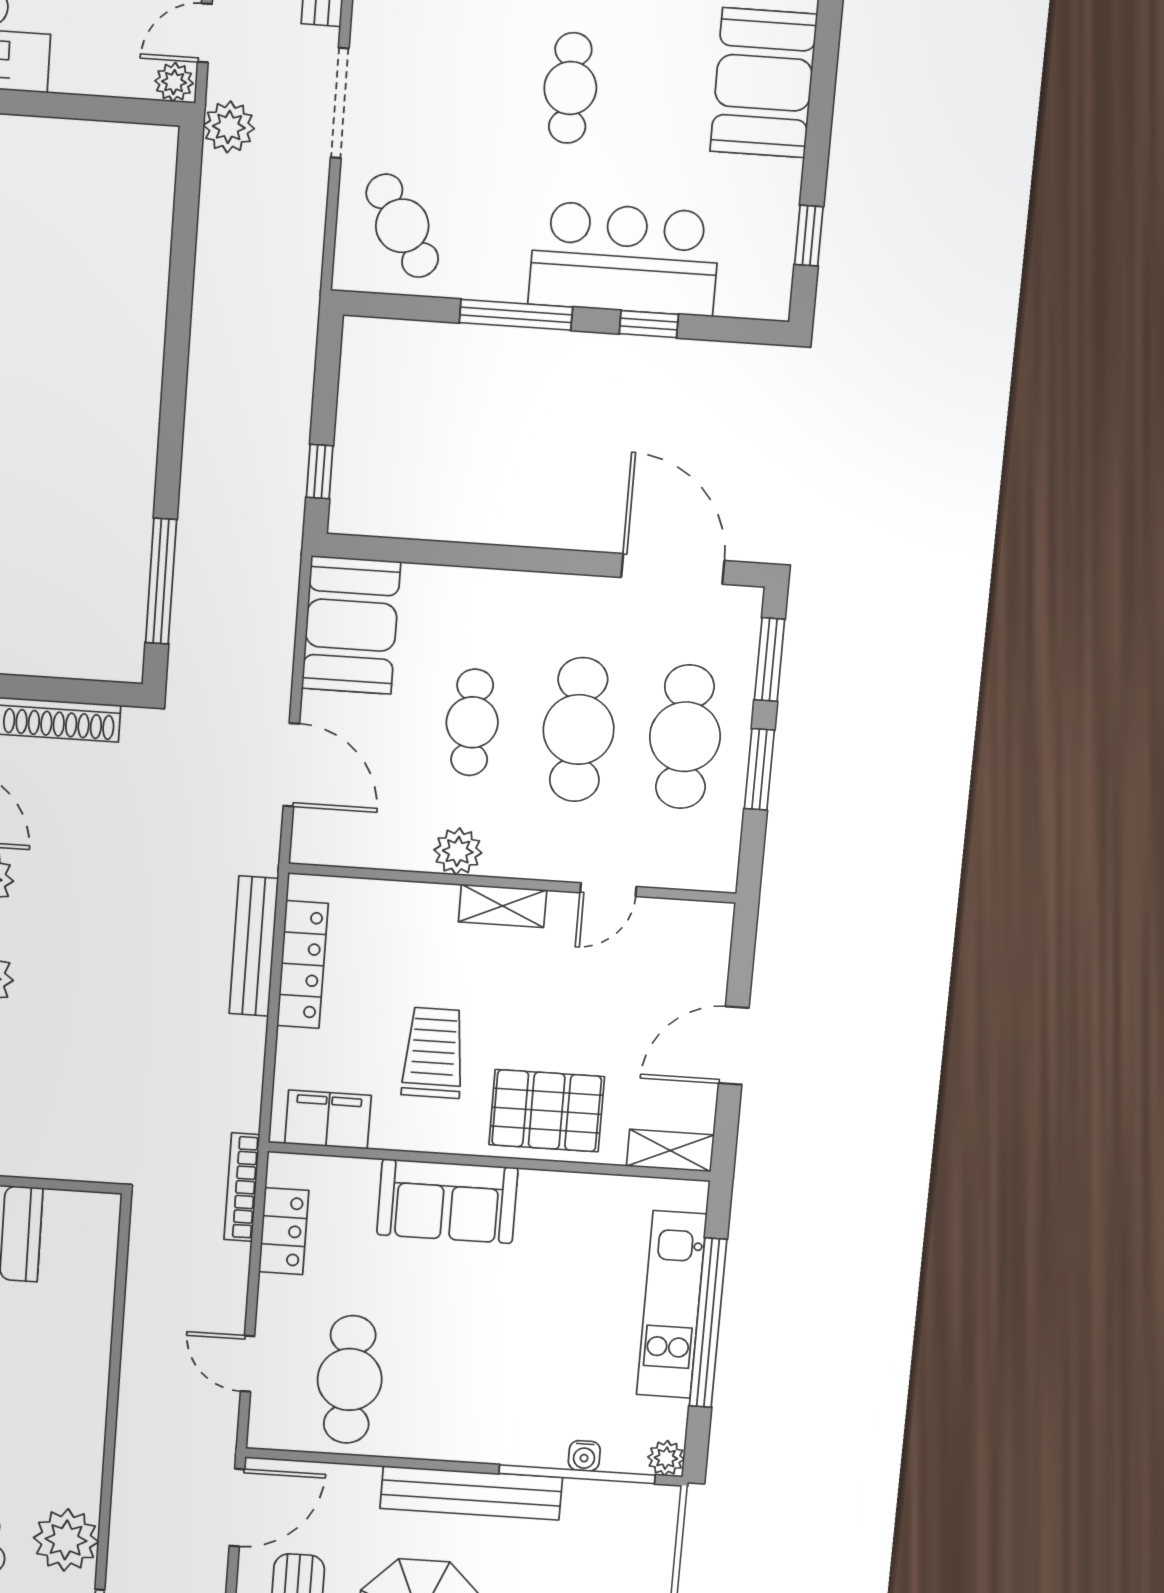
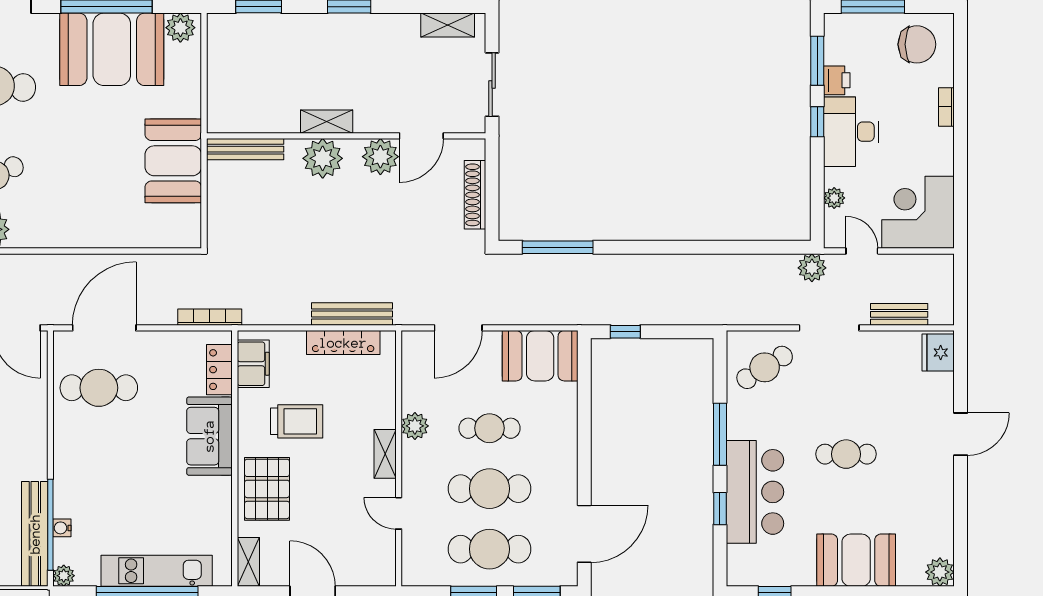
plant: (174, 82) -> (834, 198), moved
locker: (284, 1231) -> (219, 370), moved, turned 90
door: (248, 1364) -> (104, 328), width x1.87
bench: (471, 1493) -> (35, 534), moved

